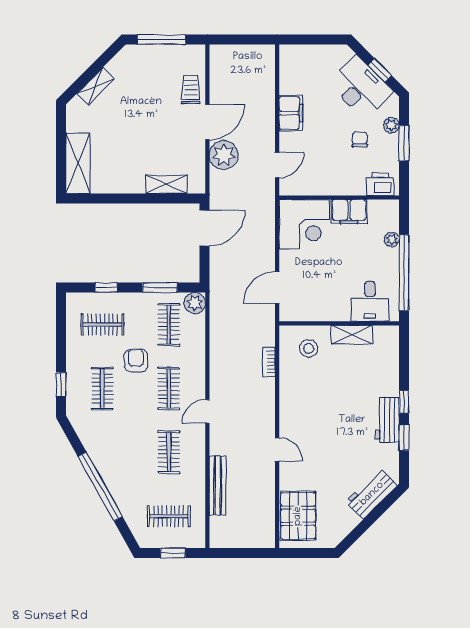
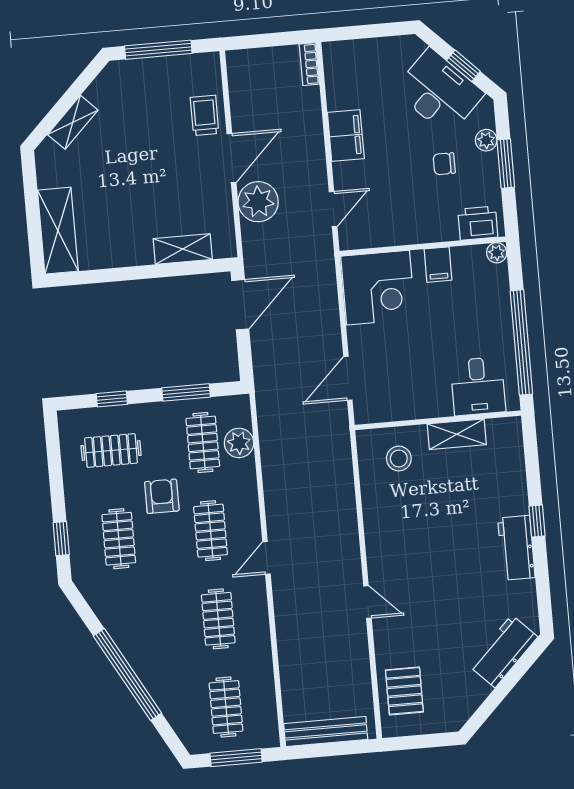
chair: (360, 140) -> (444, 164), turned -90
filing cabinet: (349, 211) -> (438, 265), width x0.50
plant: (392, 239) -> (497, 253), moved
plant: (195, 303) -> (239, 443), moved
bookcase: (269, 362) -> (309, 64), moved
window: (404, 438) -> (541, 570), removed
bench: (218, 485) -> (326, 731), moved, turned 90
clothes rail: (169, 516) -> (226, 707), turned 90
pallet: (298, 516) -> (404, 691), width x0.67, depth x0.71
window: (173, 553) -> (236, 758), width x1.50

